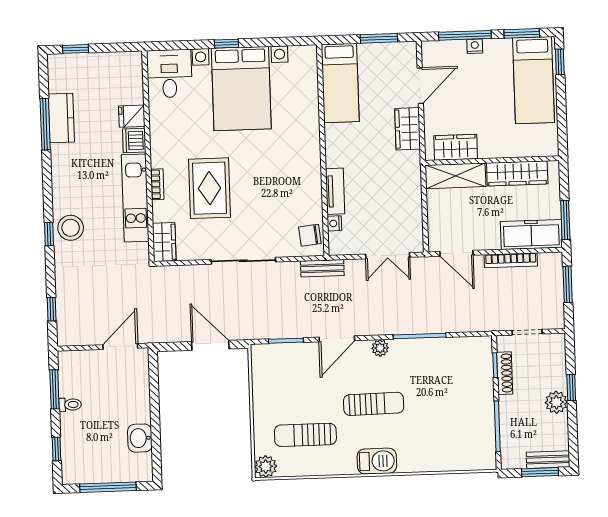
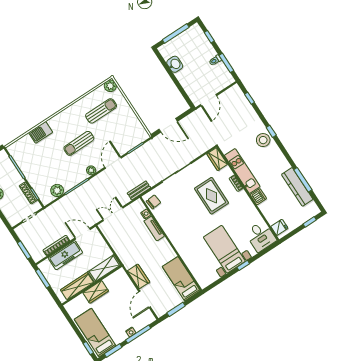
bed with nightstands: (241, 89) -> (224, 249), width x0.73
fridge: (132, 116) -> (279, 227), moved
kitchen counter: (61, 118) -> (297, 187), width x1.50
wardrobe: (456, 147) -> (96, 292), moved
freezer: (531, 235) -> (65, 255), moved
plant: (455, 349) -> (57, 190), added
barbecue: (377, 461) -> (41, 132), moved

